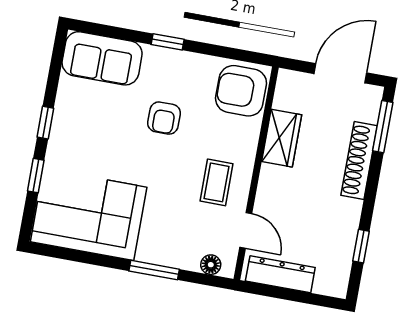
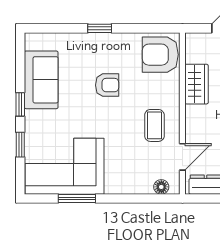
sofa: (102, 58) -> (41, 80), moved, turned -90
armchair: (164, 118) -> (107, 85), turned -90
door: (246, 230) -> (182, 157), hinge flipped
window: (154, 270) -> (77, 198), moved

